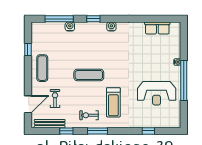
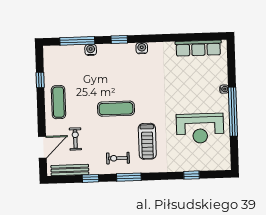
row of seats: (157, 28) -> (198, 48), width x1.48

